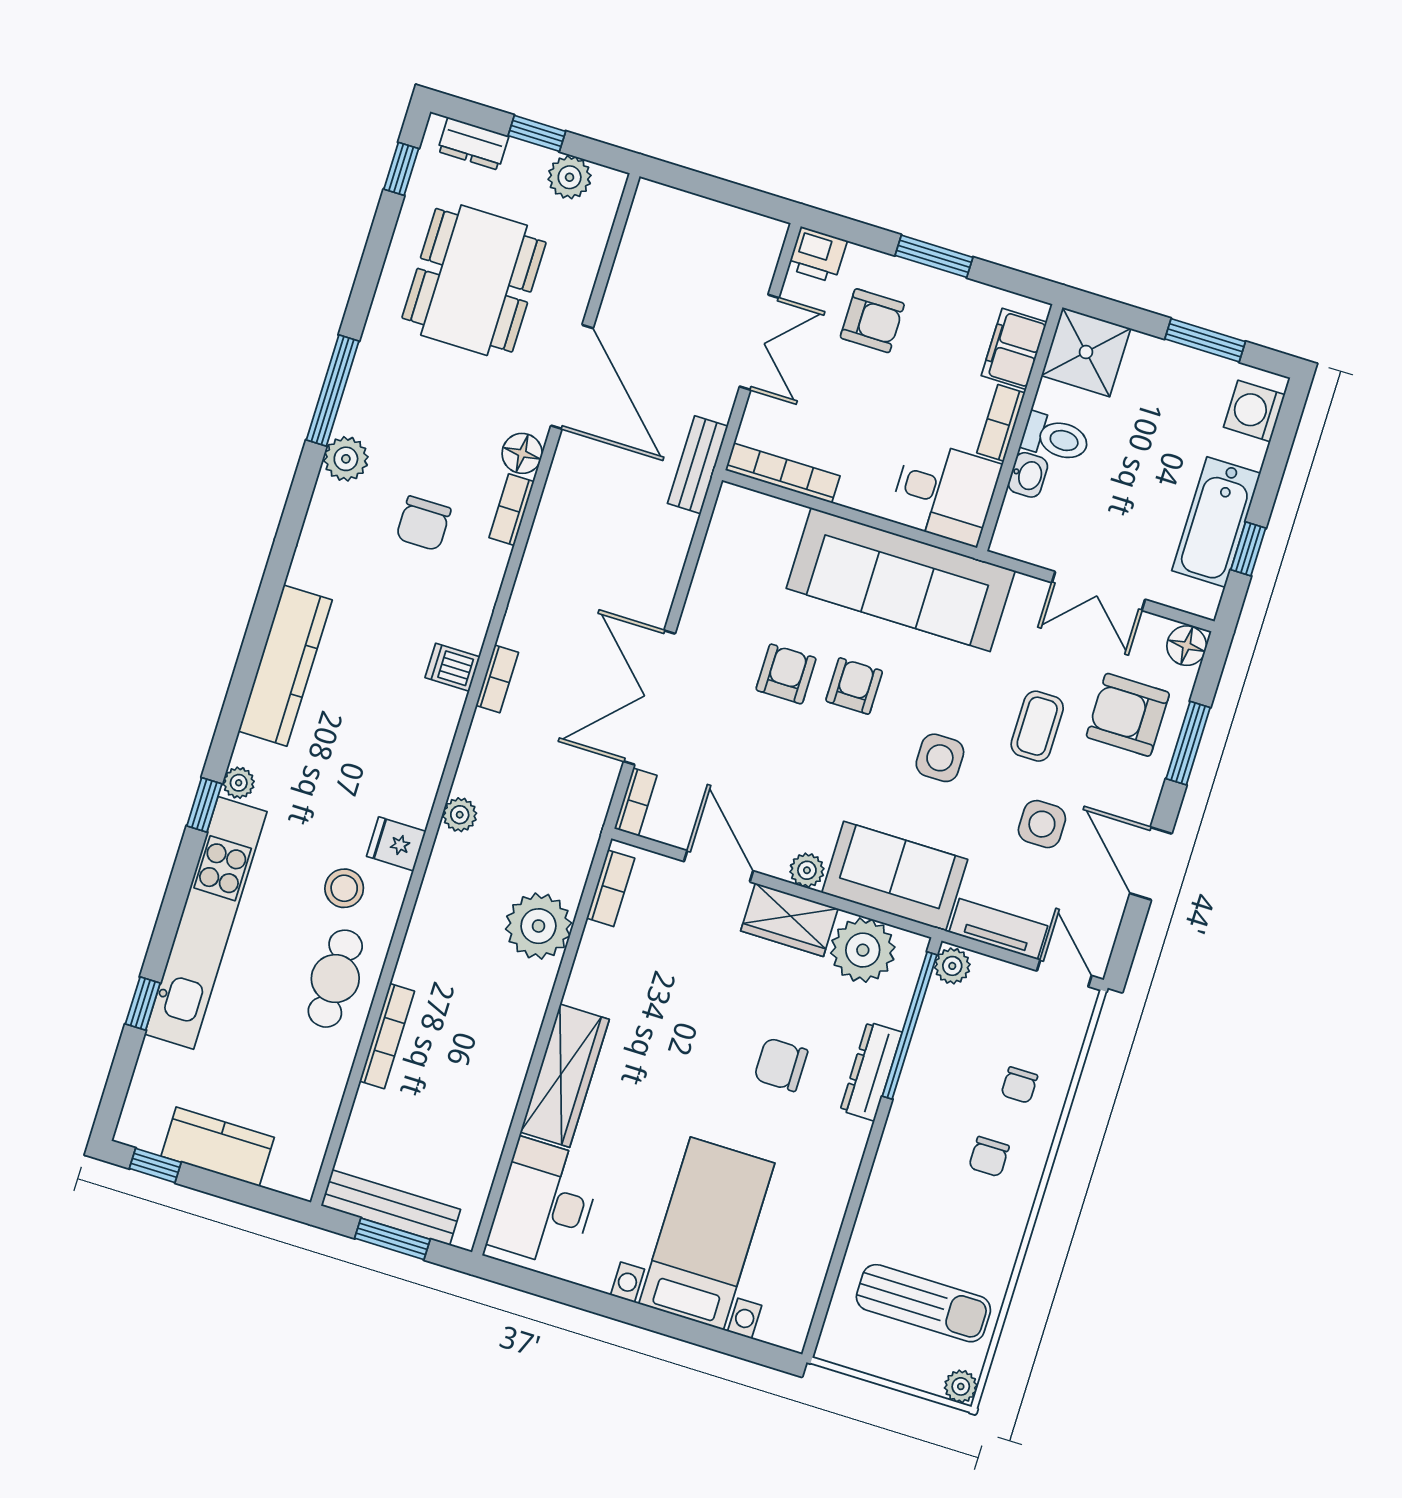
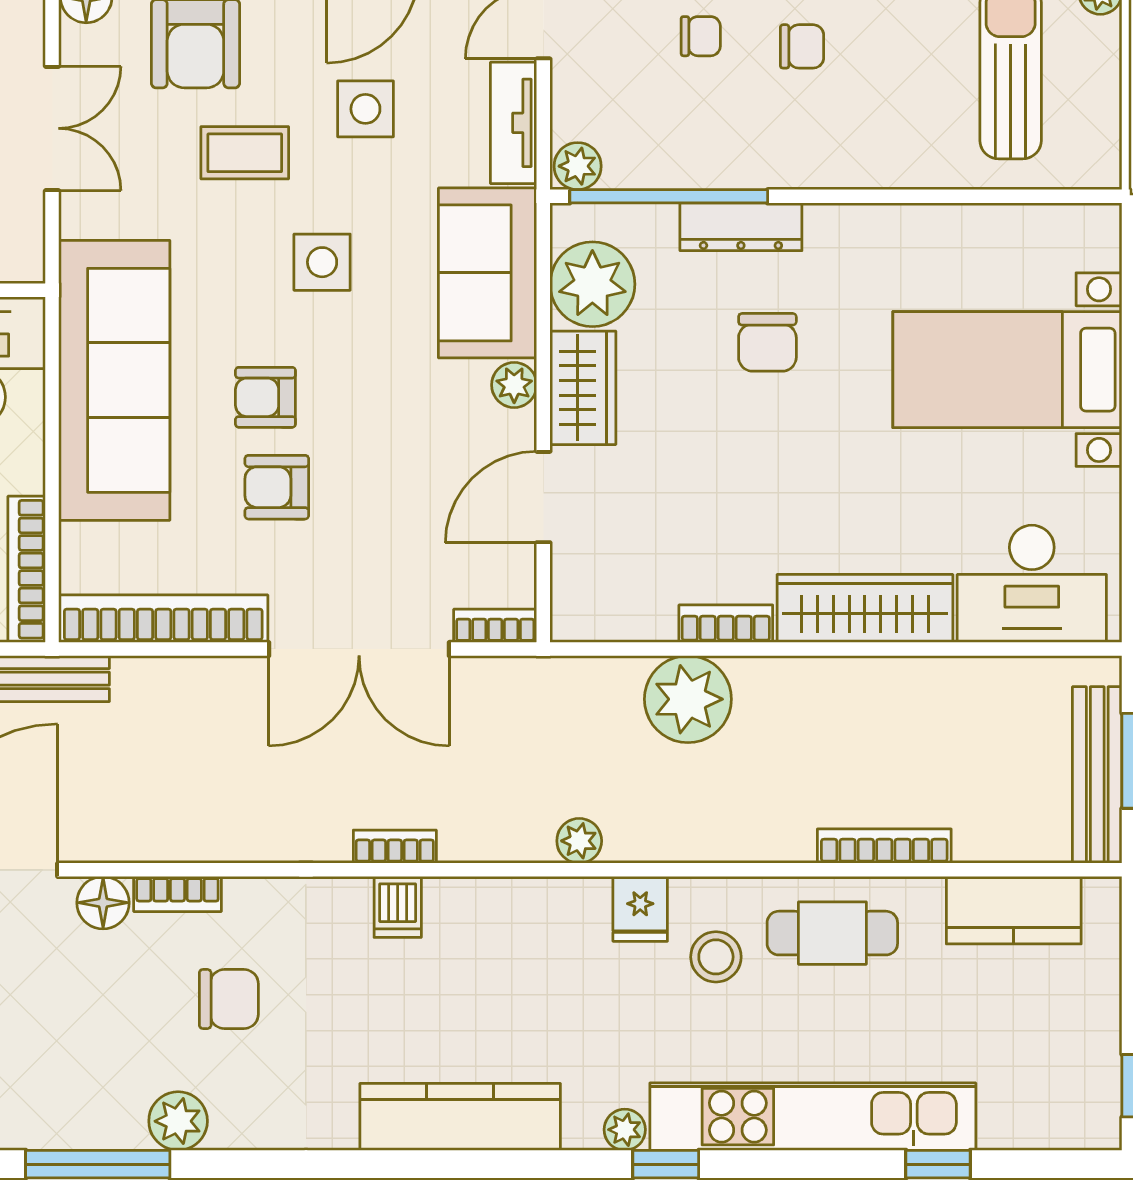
bookcase: (716, 561) -> (163, 619), added
bookcase: (611, 888) -> (726, 624), moved
kitchen counter: (218, 1147) -> (1014, 910), moved, turned -90

